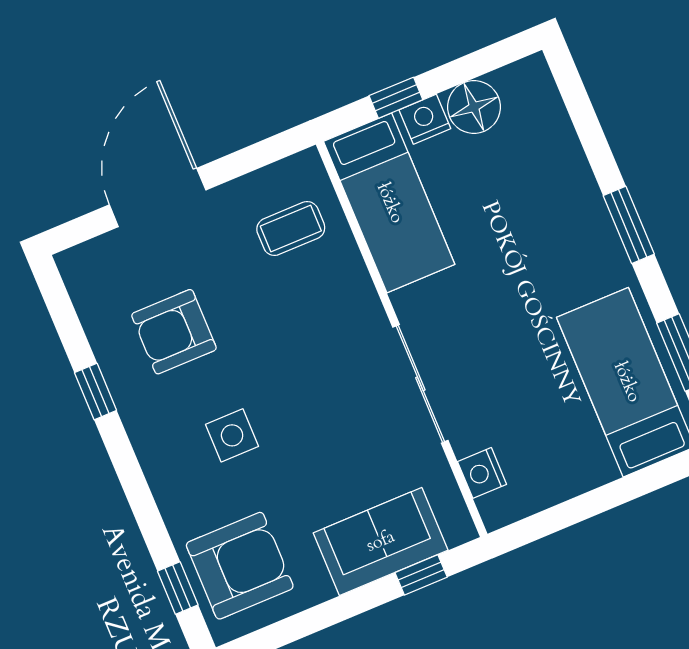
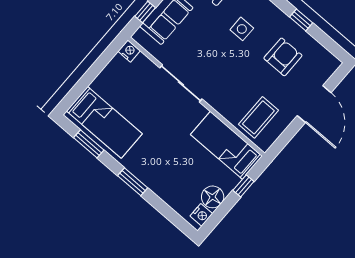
nightstand: (425, 119) -> (201, 215), moved
coffee table: (291, 228) -> (258, 117), width x1.36, depth x1.30
nightstand: (482, 473) -> (129, 51), moved

